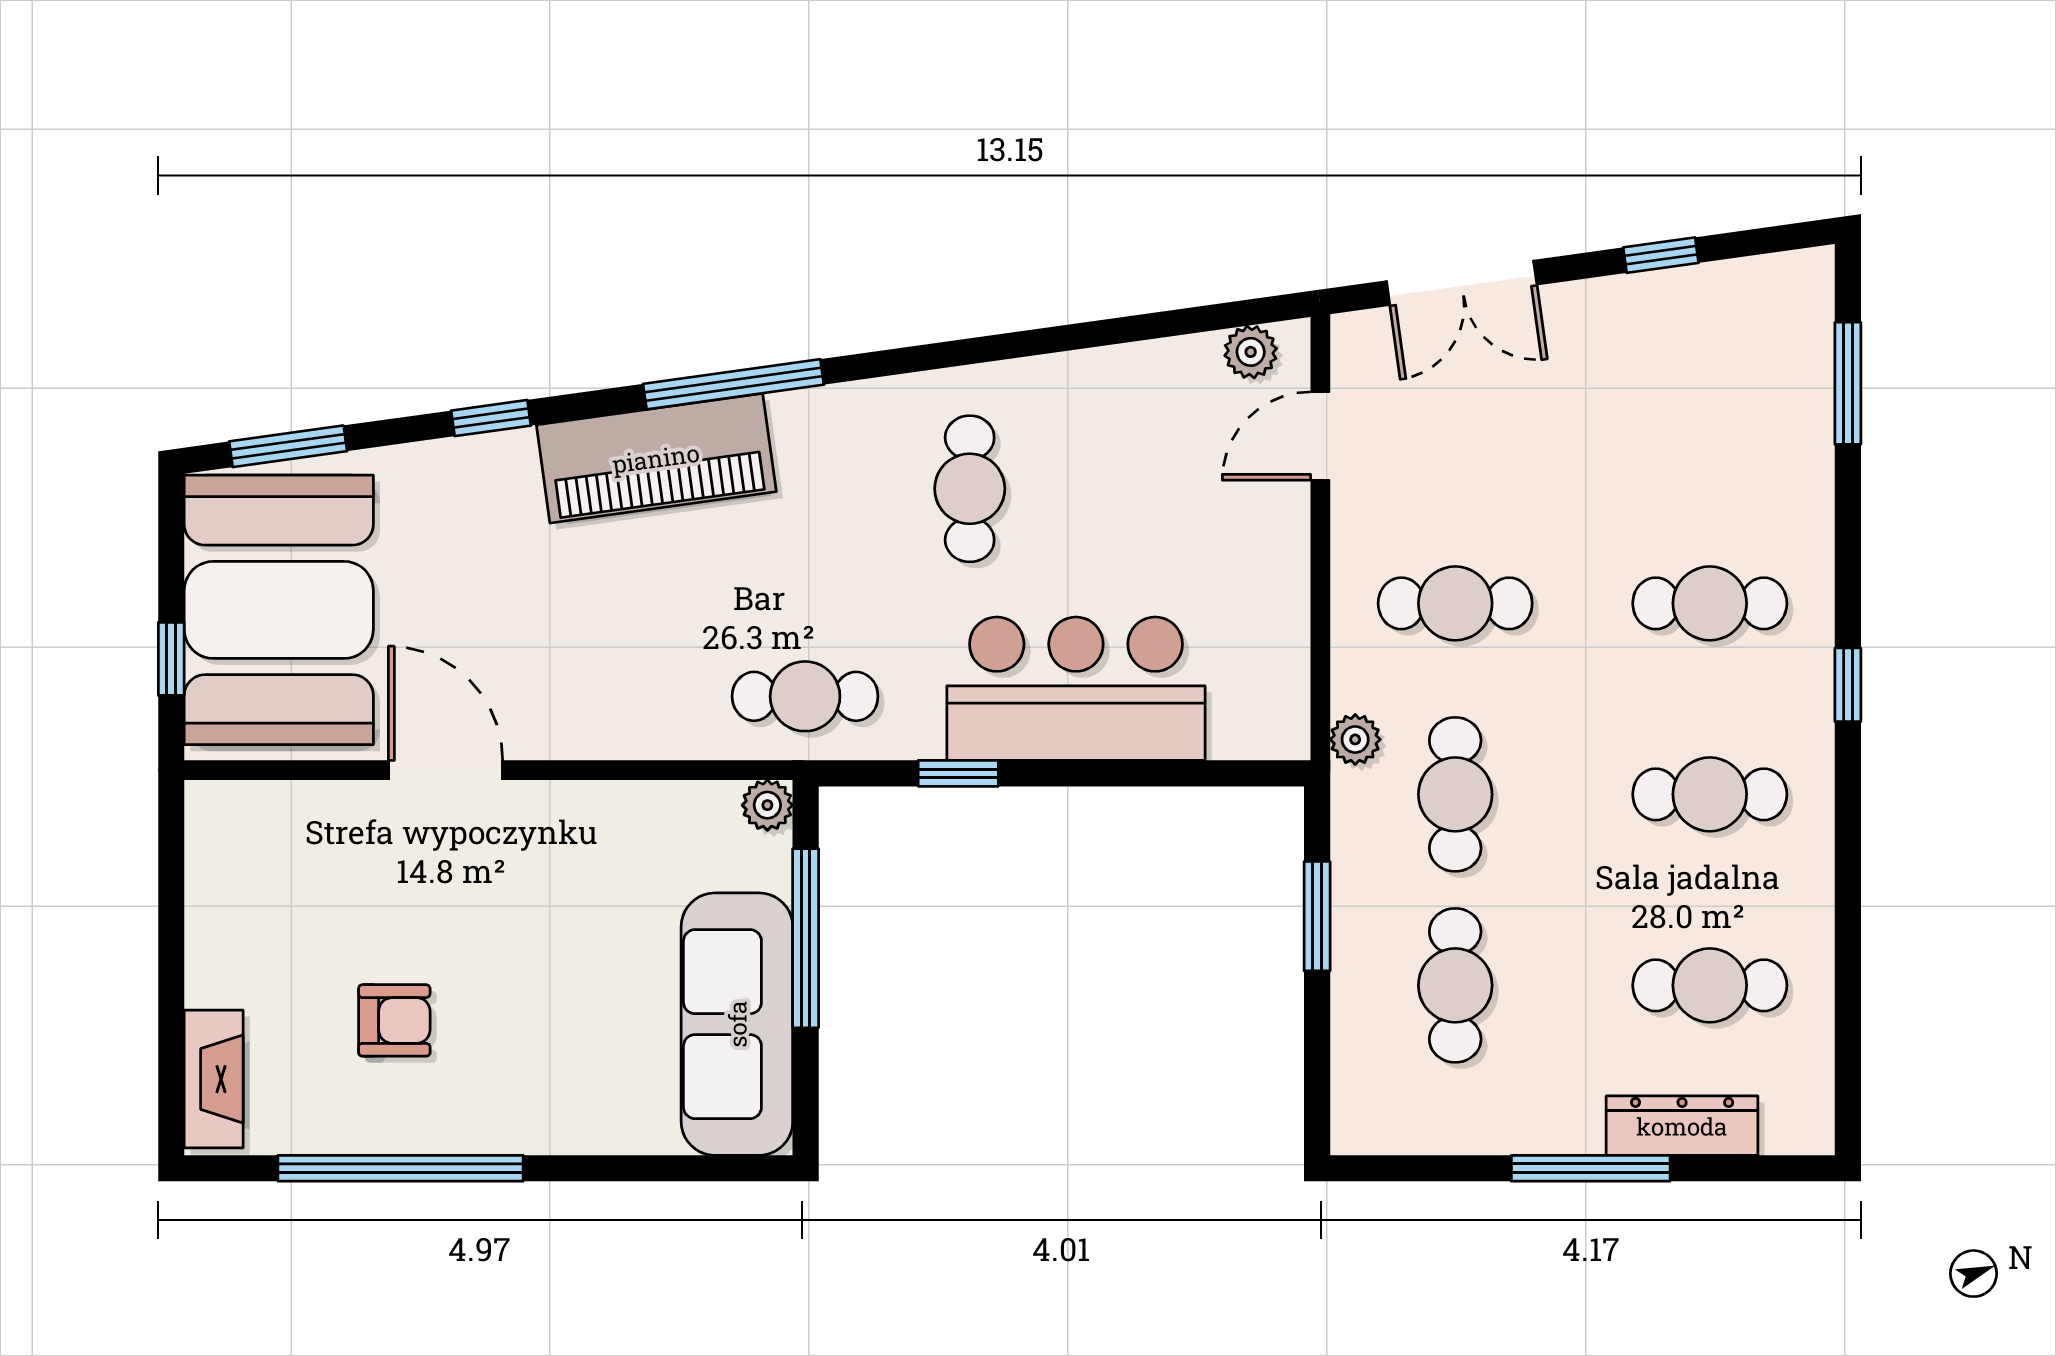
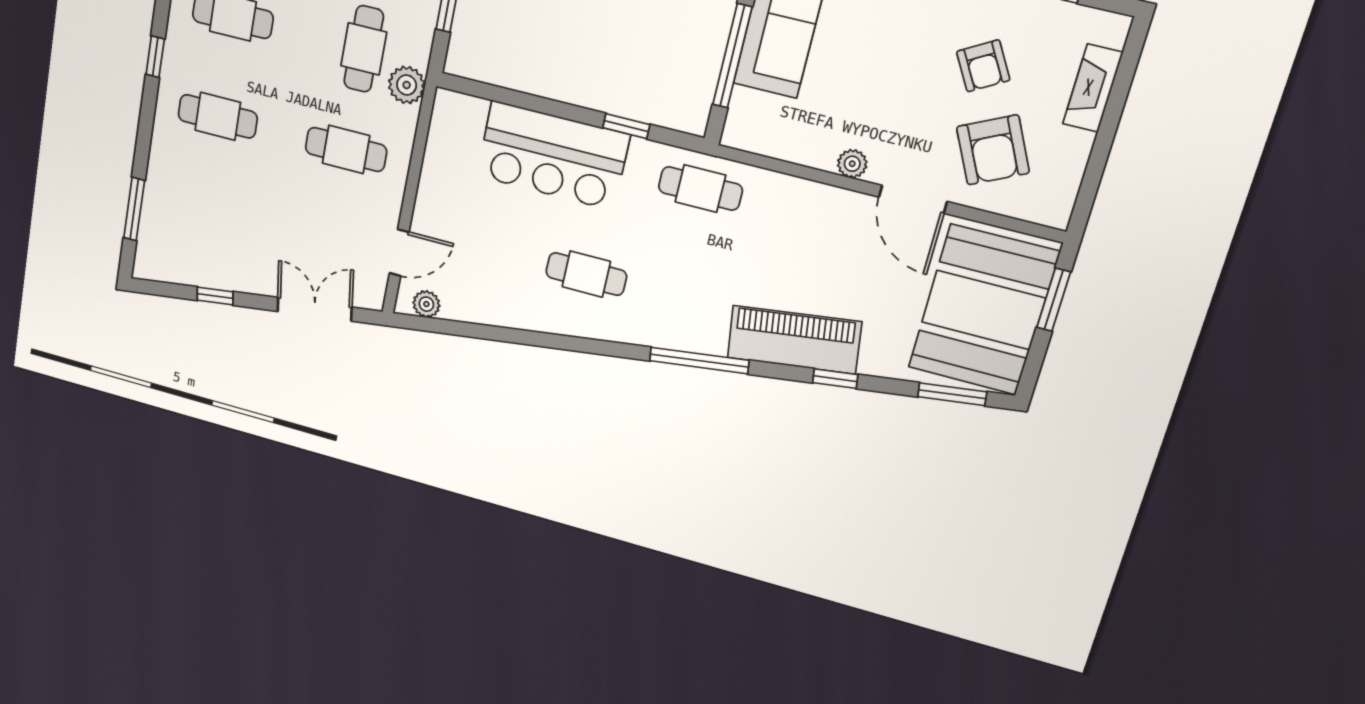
piano: (656, 458) -> (794, 340), moved
cafe table: (970, 489) -> (586, 274), turned 90
window: (171, 659) -> (1054, 300), width x1.50
plant: (1355, 739) -> (407, 85), width x1.38, depth x1.38
plant: (767, 805) -> (852, 164), moved
armchair: (340, 886) -> (993, 150), added
armchair: (394, 1020) -> (983, 66), turned -120
fireplace: (214, 1079) -> (1093, 88), moved

